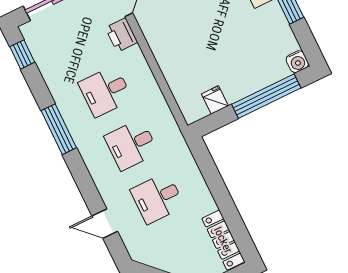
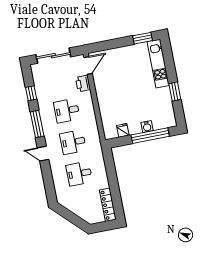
window: (22, 54) -> (31, 93), moved
water cooler: (297, 62) -> (147, 127), moved
door: (105, 224) -> (43, 154), moved

